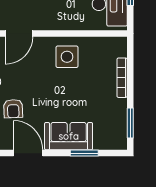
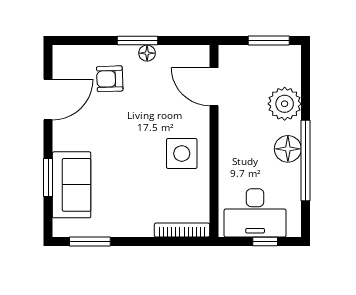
bookcase: (122, 78) -> (182, 230), moved
sofa: (69, 136) -> (72, 185), moved

